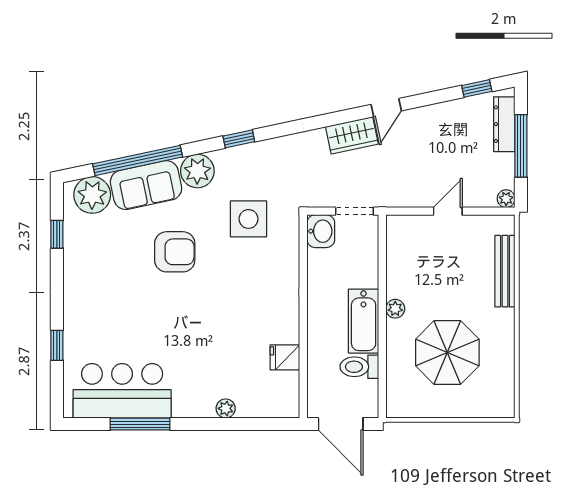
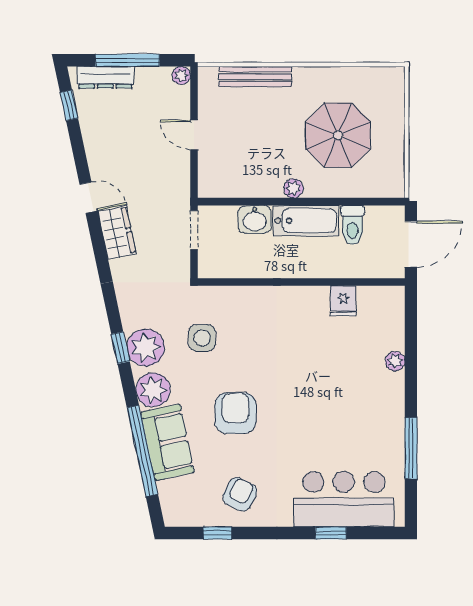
plant: (92, 195) -> (146, 348), moved
side table: (248, 219) -> (202, 338), width x0.73, depth x0.73
washbasin: (321, 231) -> (255, 219), moved, turned 180
armchair: (95, 256) -> (240, 494), added
bar counter: (122, 391) -> (344, 499), moved, turned 90

